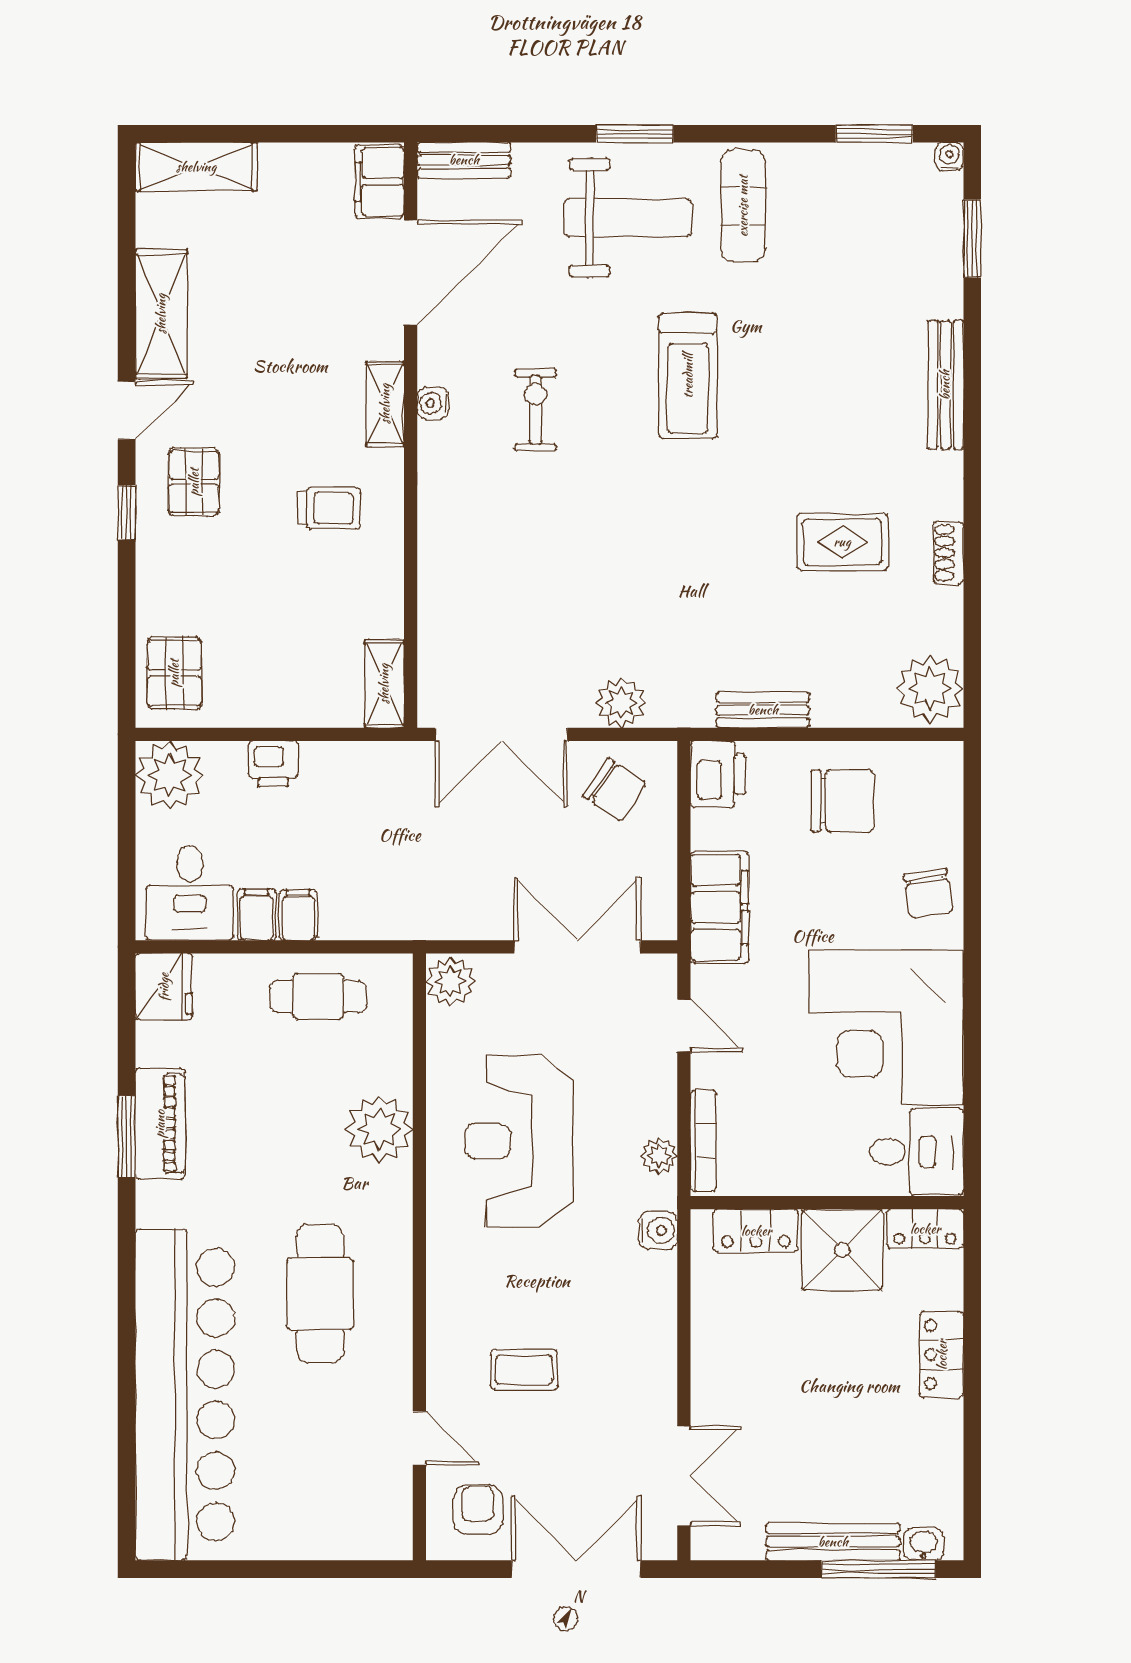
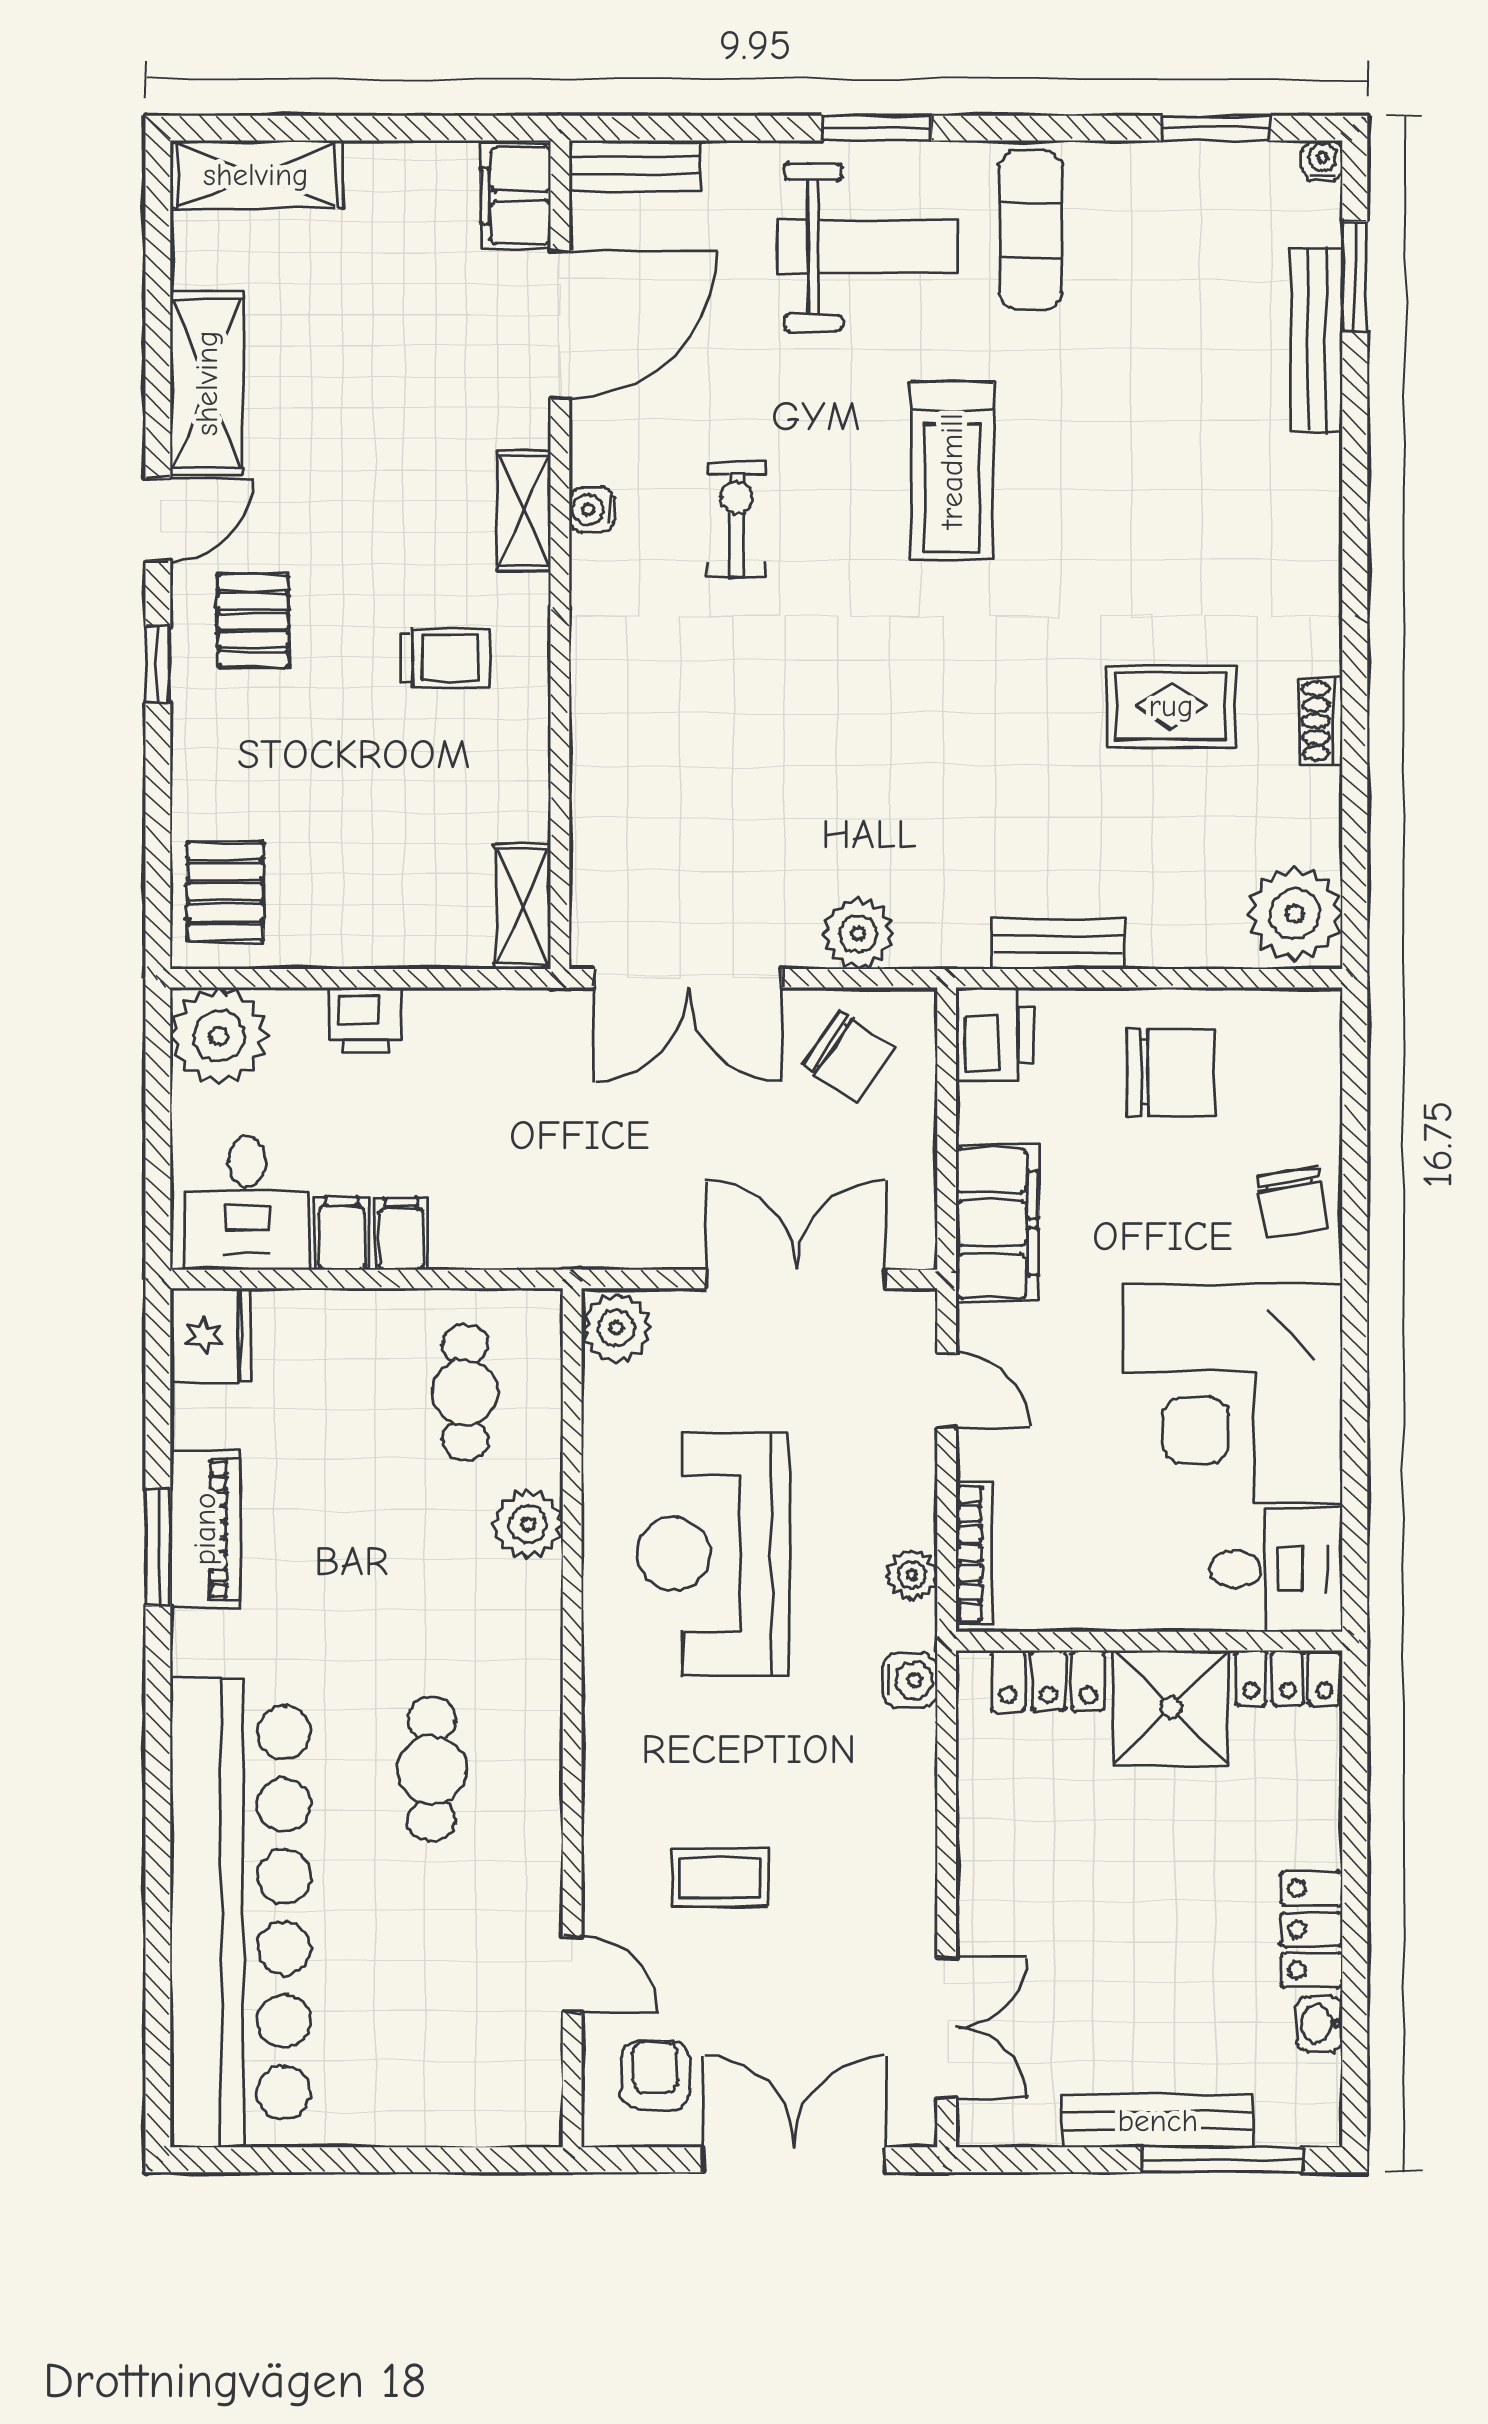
bench: (945, 385) -> (1317, 340), moved
cafe table: (318, 997) -> (465, 1392), moved, turned 90
plant: (379, 1129) -> (528, 1524), width x0.73, depth x0.73
cafe table: (320, 1294) -> (432, 1770), width x0.73, depth x0.74
locker: (942, 1355) -> (1311, 1929), moved
washbasin: (924, 1544) -> (1320, 2024), moved, turned -90

